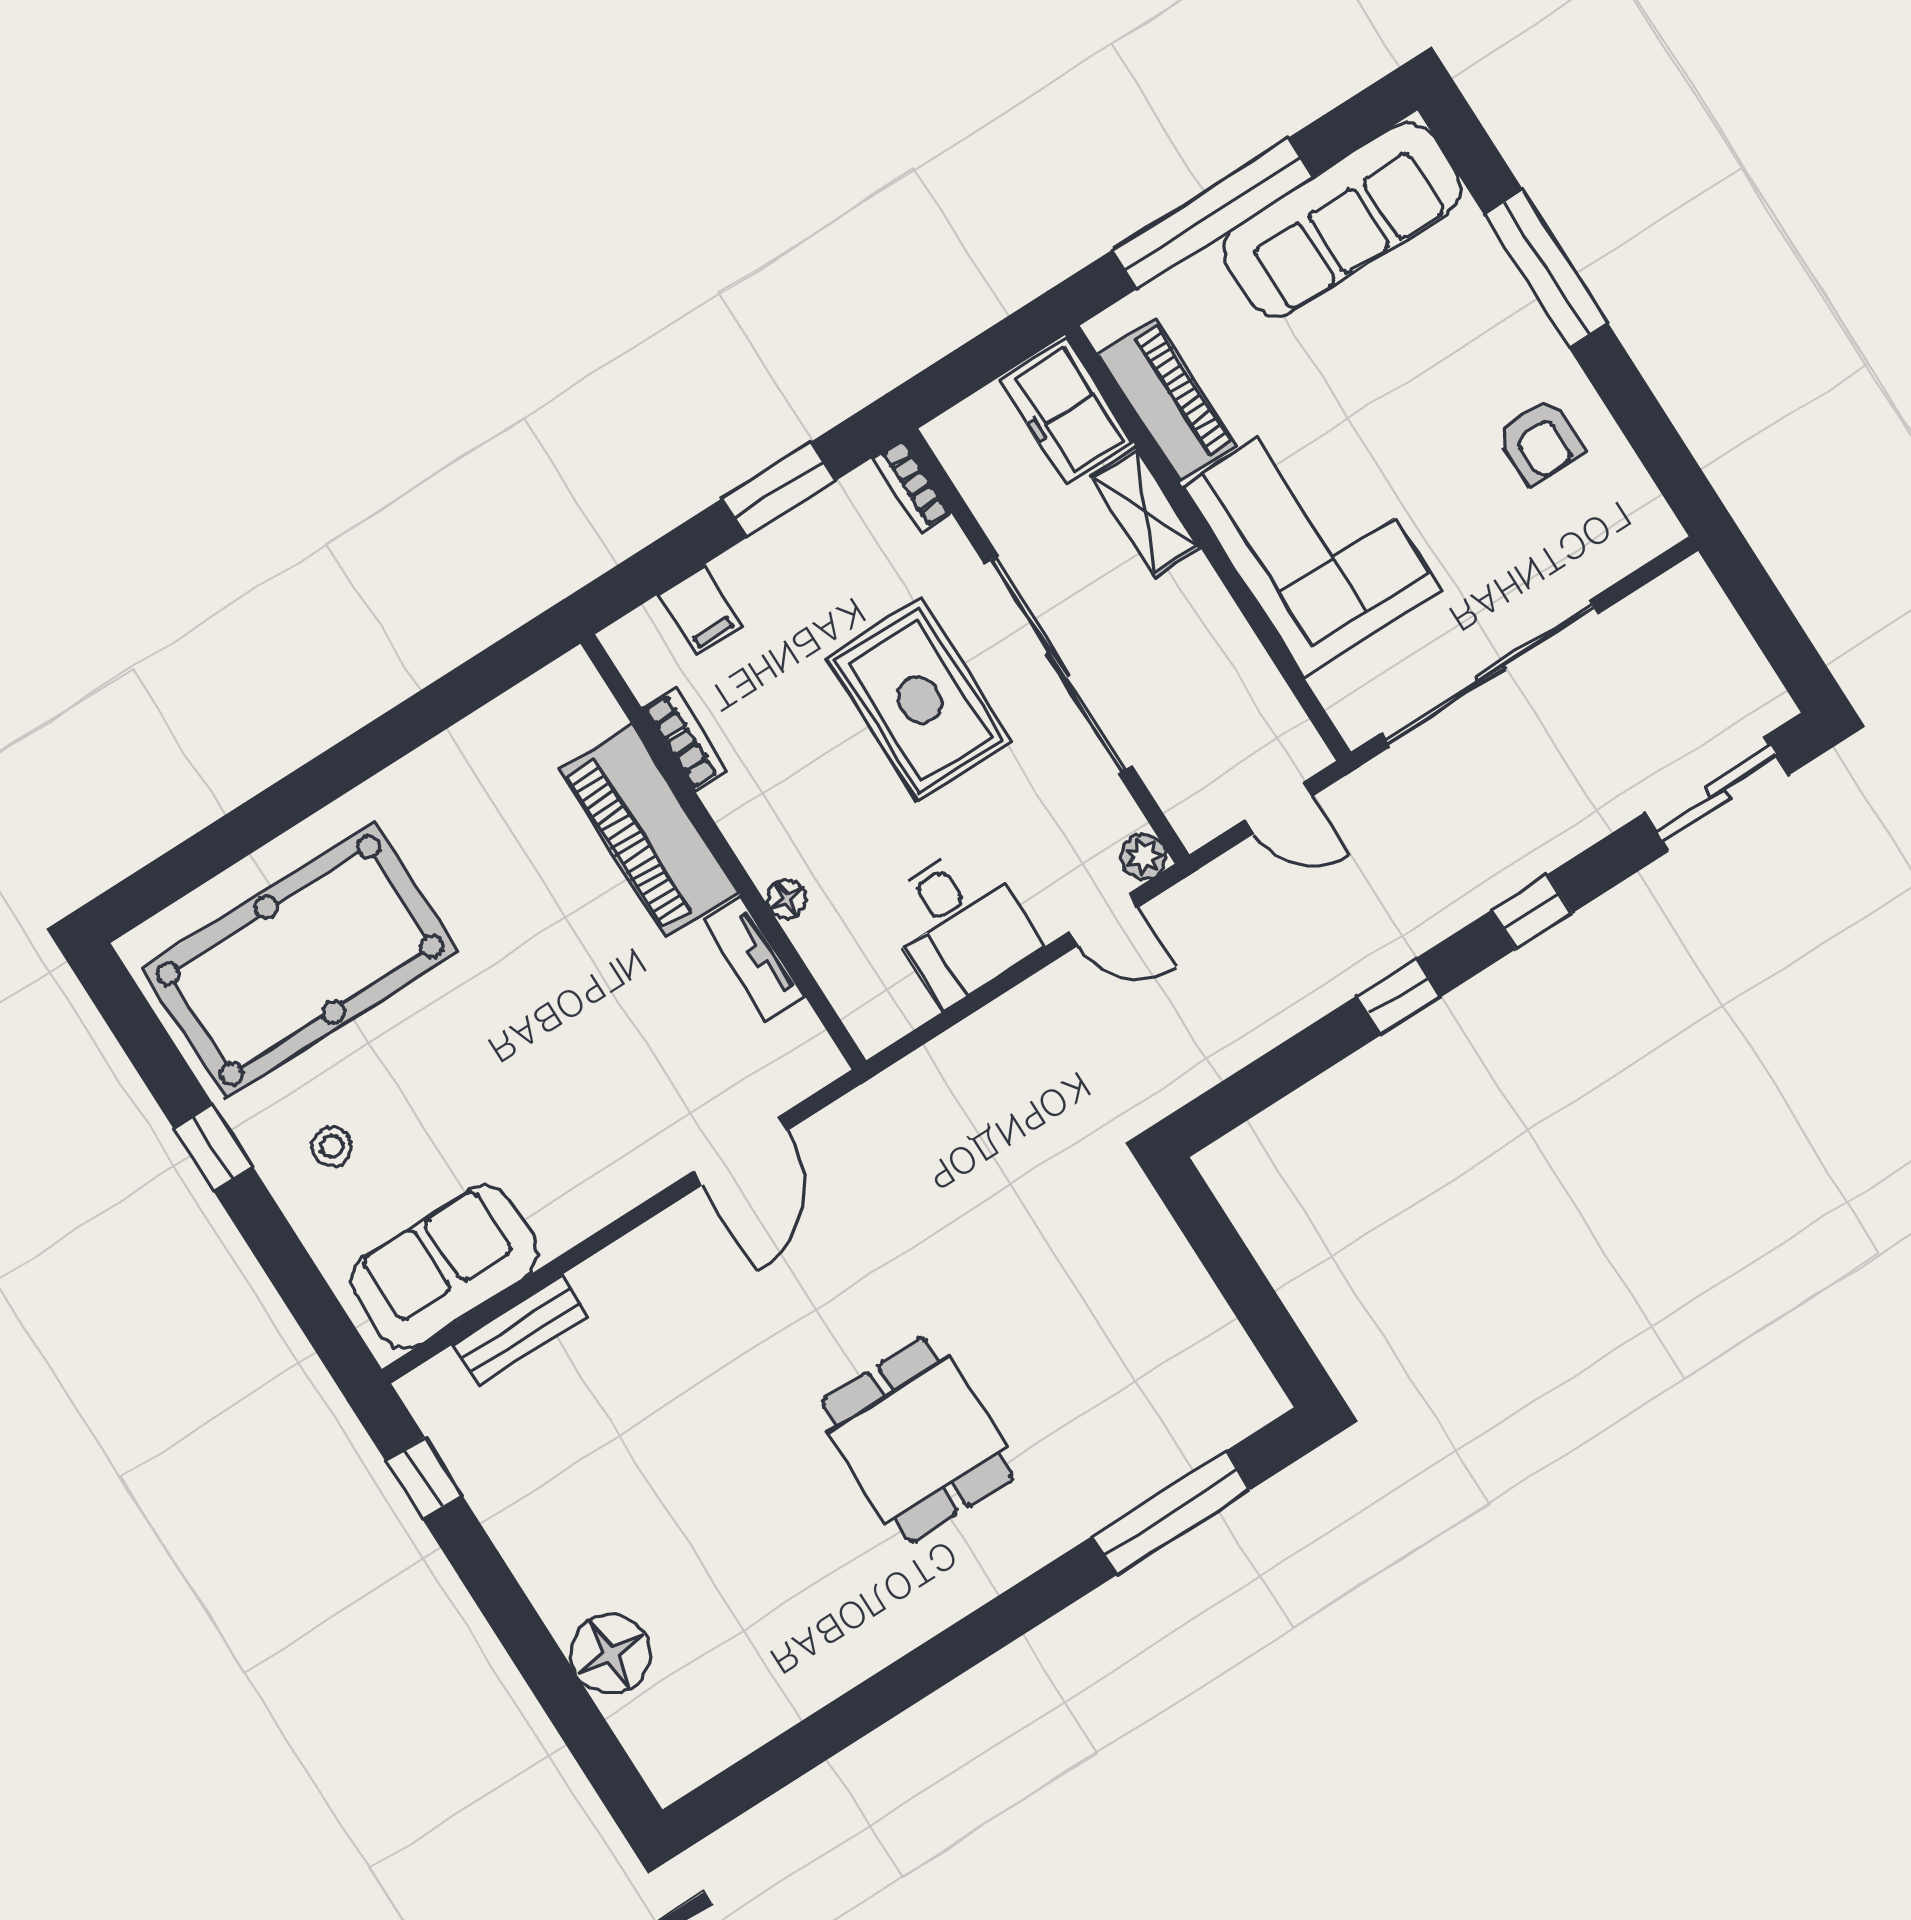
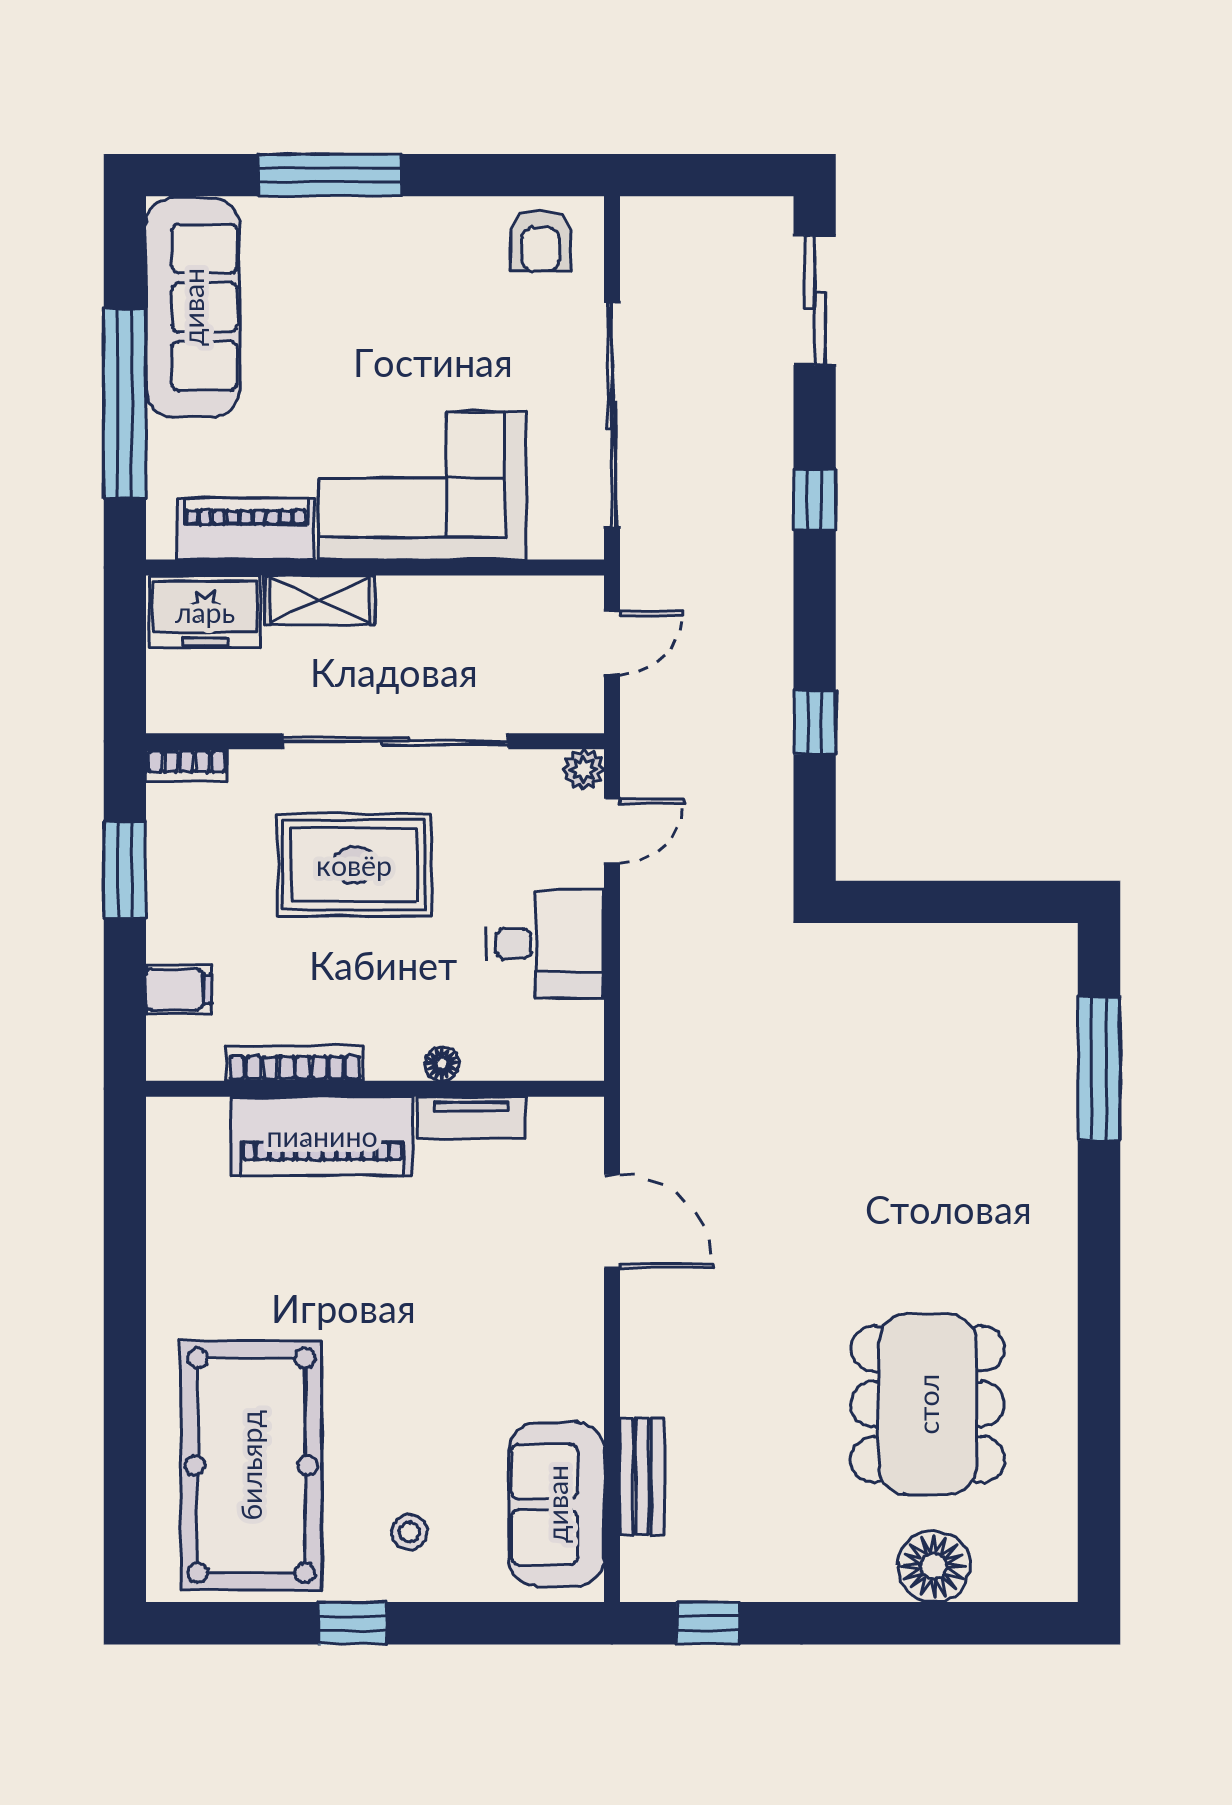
armchair: (1540, 441) -> (541, 241), moved, turned 90
bookcase: (685, 739) -> (295, 1063), width x1.56
window: (1399, 996) -> (815, 722), moved
dining table: (917, 1440) -> (928, 1404), moved, width x1.38

